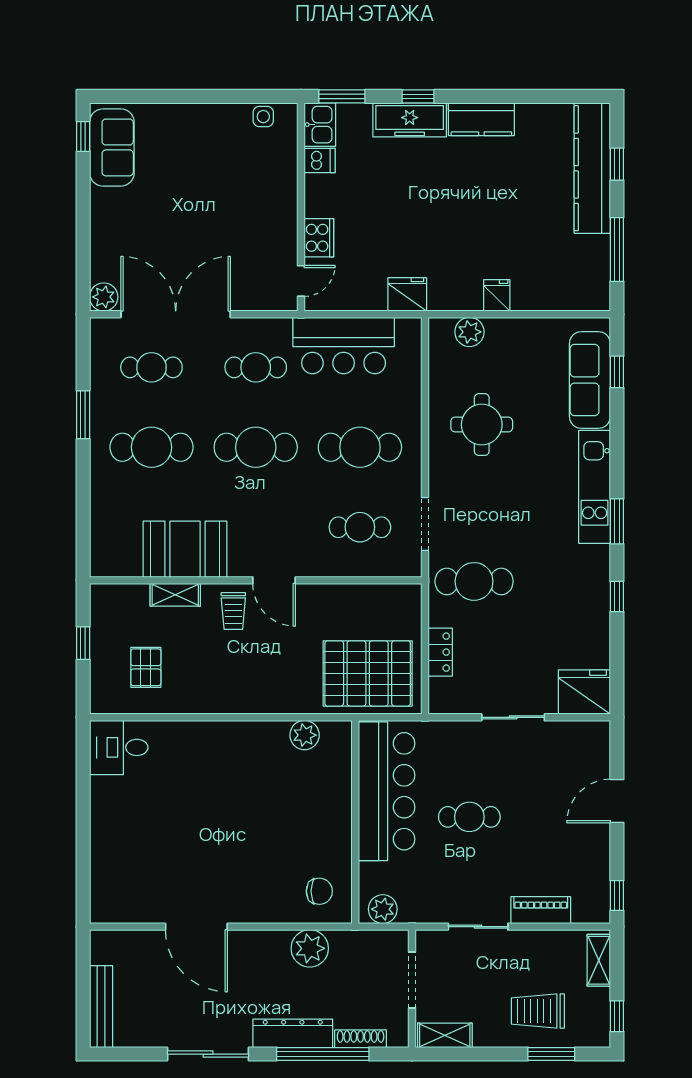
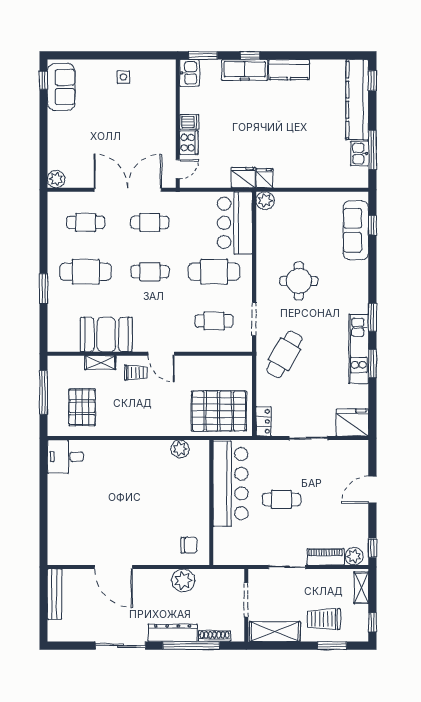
side table: (263, 117) -> (123, 77), moved
dishwasher: (320, 161) -> (189, 122), moved
window: (617, 164) -> (372, 81), moved
kitchen sink: (596, 255) -> (359, 153), added
fridge: (497, 295) -> (265, 178), moved
double door: (176, 314) -> (128, 190), moved
plant: (469, 332) -> (265, 201), moved
bar counter: (344, 345) -> (235, 223), moved, turned 90
window: (83, 415) -> (44, 289), moved
round table: (482, 425) -> (299, 281), moved
cafe table: (256, 447) -> (150, 272), width x0.73, depth x0.74
kitchen unit: (595, 487) -> (359, 349), moved
cafe table: (474, 581) -> (284, 354), turned -60
window: (617, 596) -> (372, 364), width x1.50
trolley: (233, 611) -> (136, 373), turned -90
window: (83, 643) -> (44, 392), width x2.17
locker: (440, 652) -> (264, 421), moved
pallet: (146, 667) -> (82, 407), width x1.50, depth x1.42
plant: (383, 909) -> (354, 556), moved
bench: (101, 1007) -> (55, 594), moved
shelving: (445, 1035) -> (275, 631), width x1.50, depth x1.33

